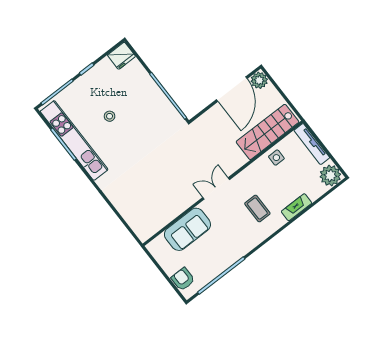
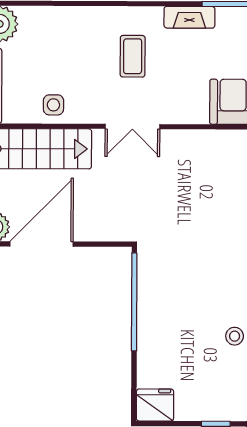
double door: (216, 188) -> (132, 127), moved
fireplace: (296, 207) -> (189, 17), moved

